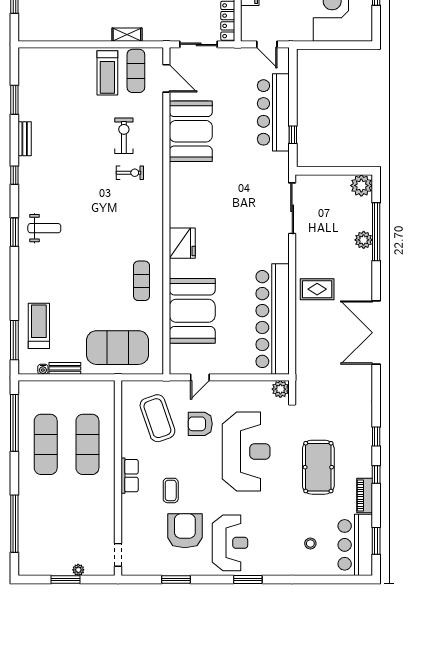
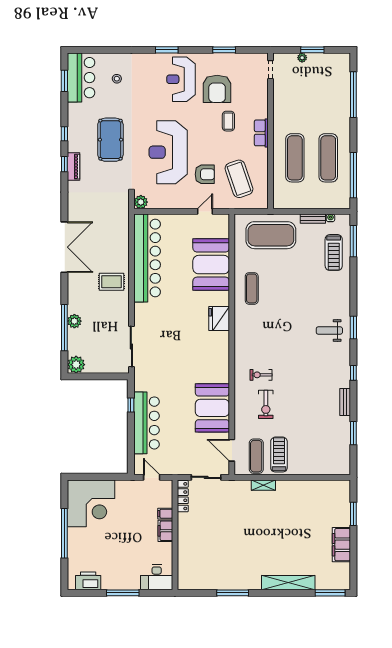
piano: (365, 496) -> (74, 167), moved

